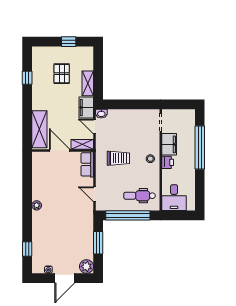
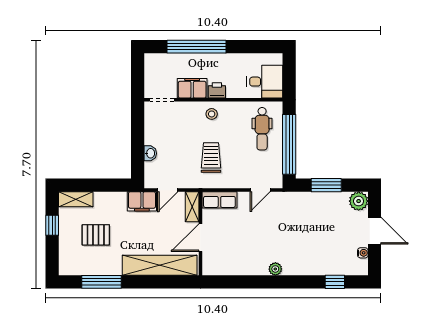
window: (27, 78) -> (101, 282), width x2.17
shelving: (88, 83) -> (76, 199), moved
washbasin: (101, 114) -> (150, 153), moved
shelving: (39, 129) -> (160, 265), width x1.47

